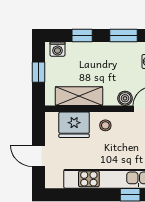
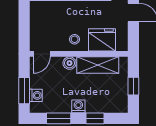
washing machine: (58, 49) -> (78, 106), moved
boiler: (125, 98) -> (69, 63), moved

